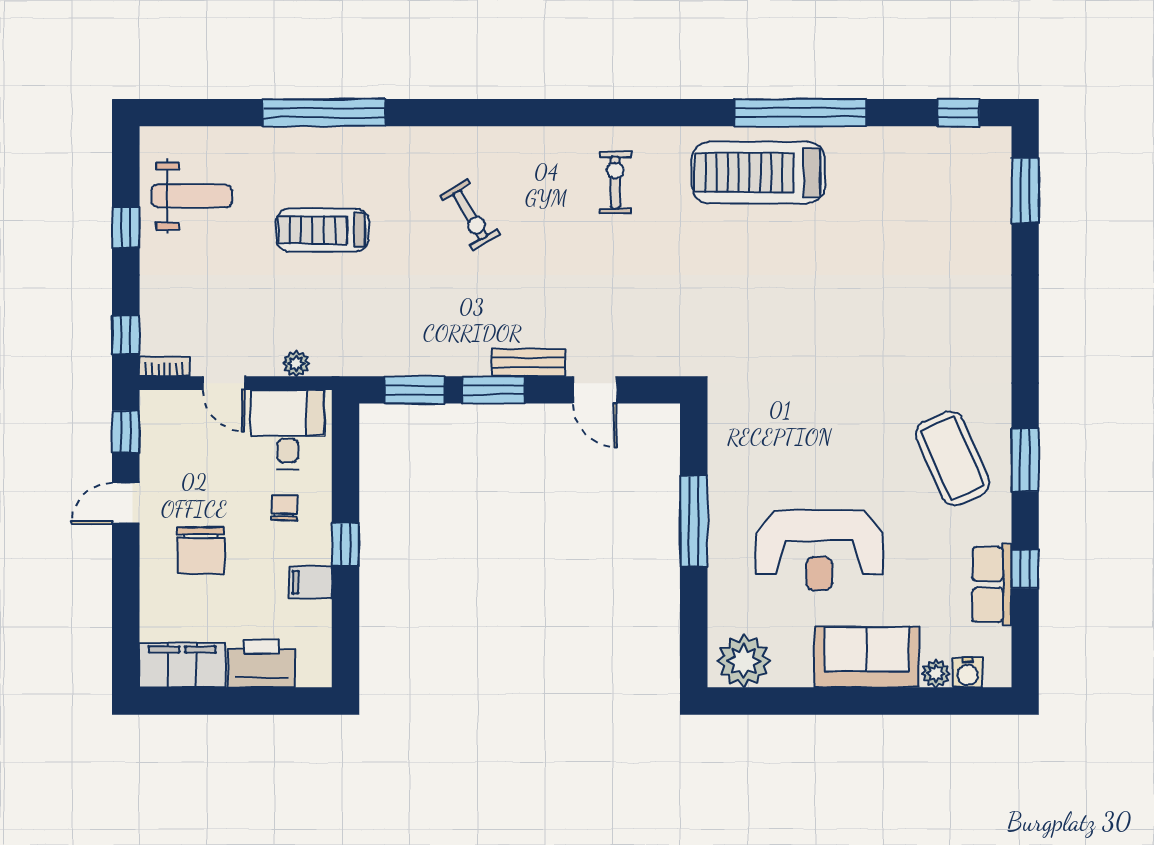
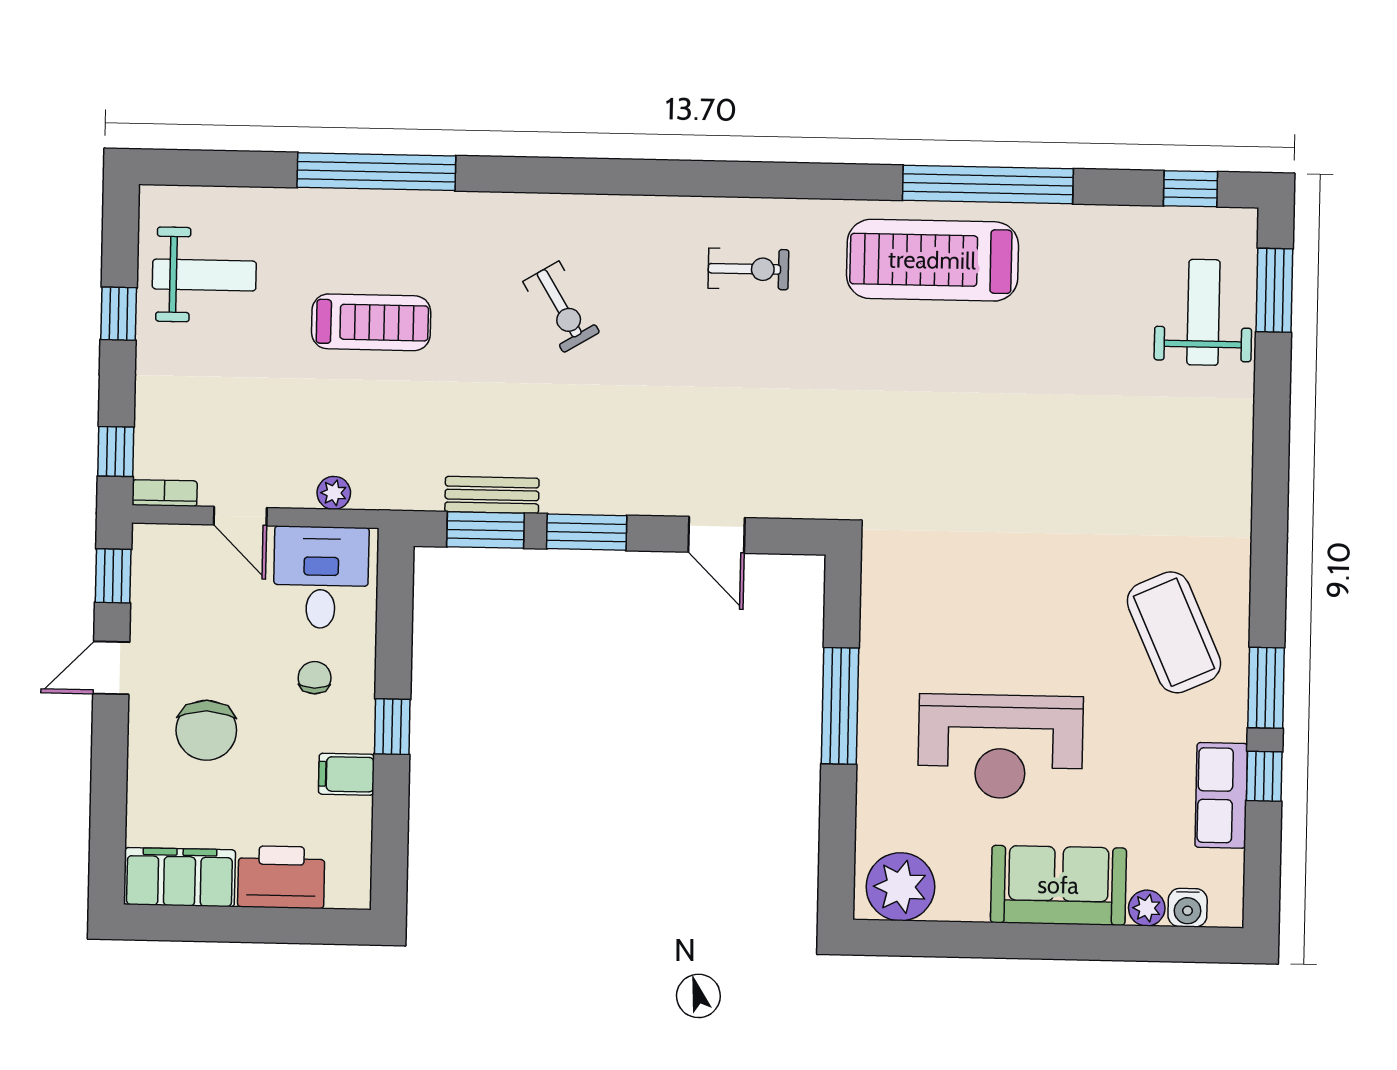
exercise bike: (615, 182) -> (748, 269), turned 90
weight bench: (970, 209) -> (1203, 312), added
treadmill: (322, 230) -> (371, 322), turned 180
bench: (529, 363) -> (492, 495), moved
window: (1025, 460) -> (1266, 688), moved

